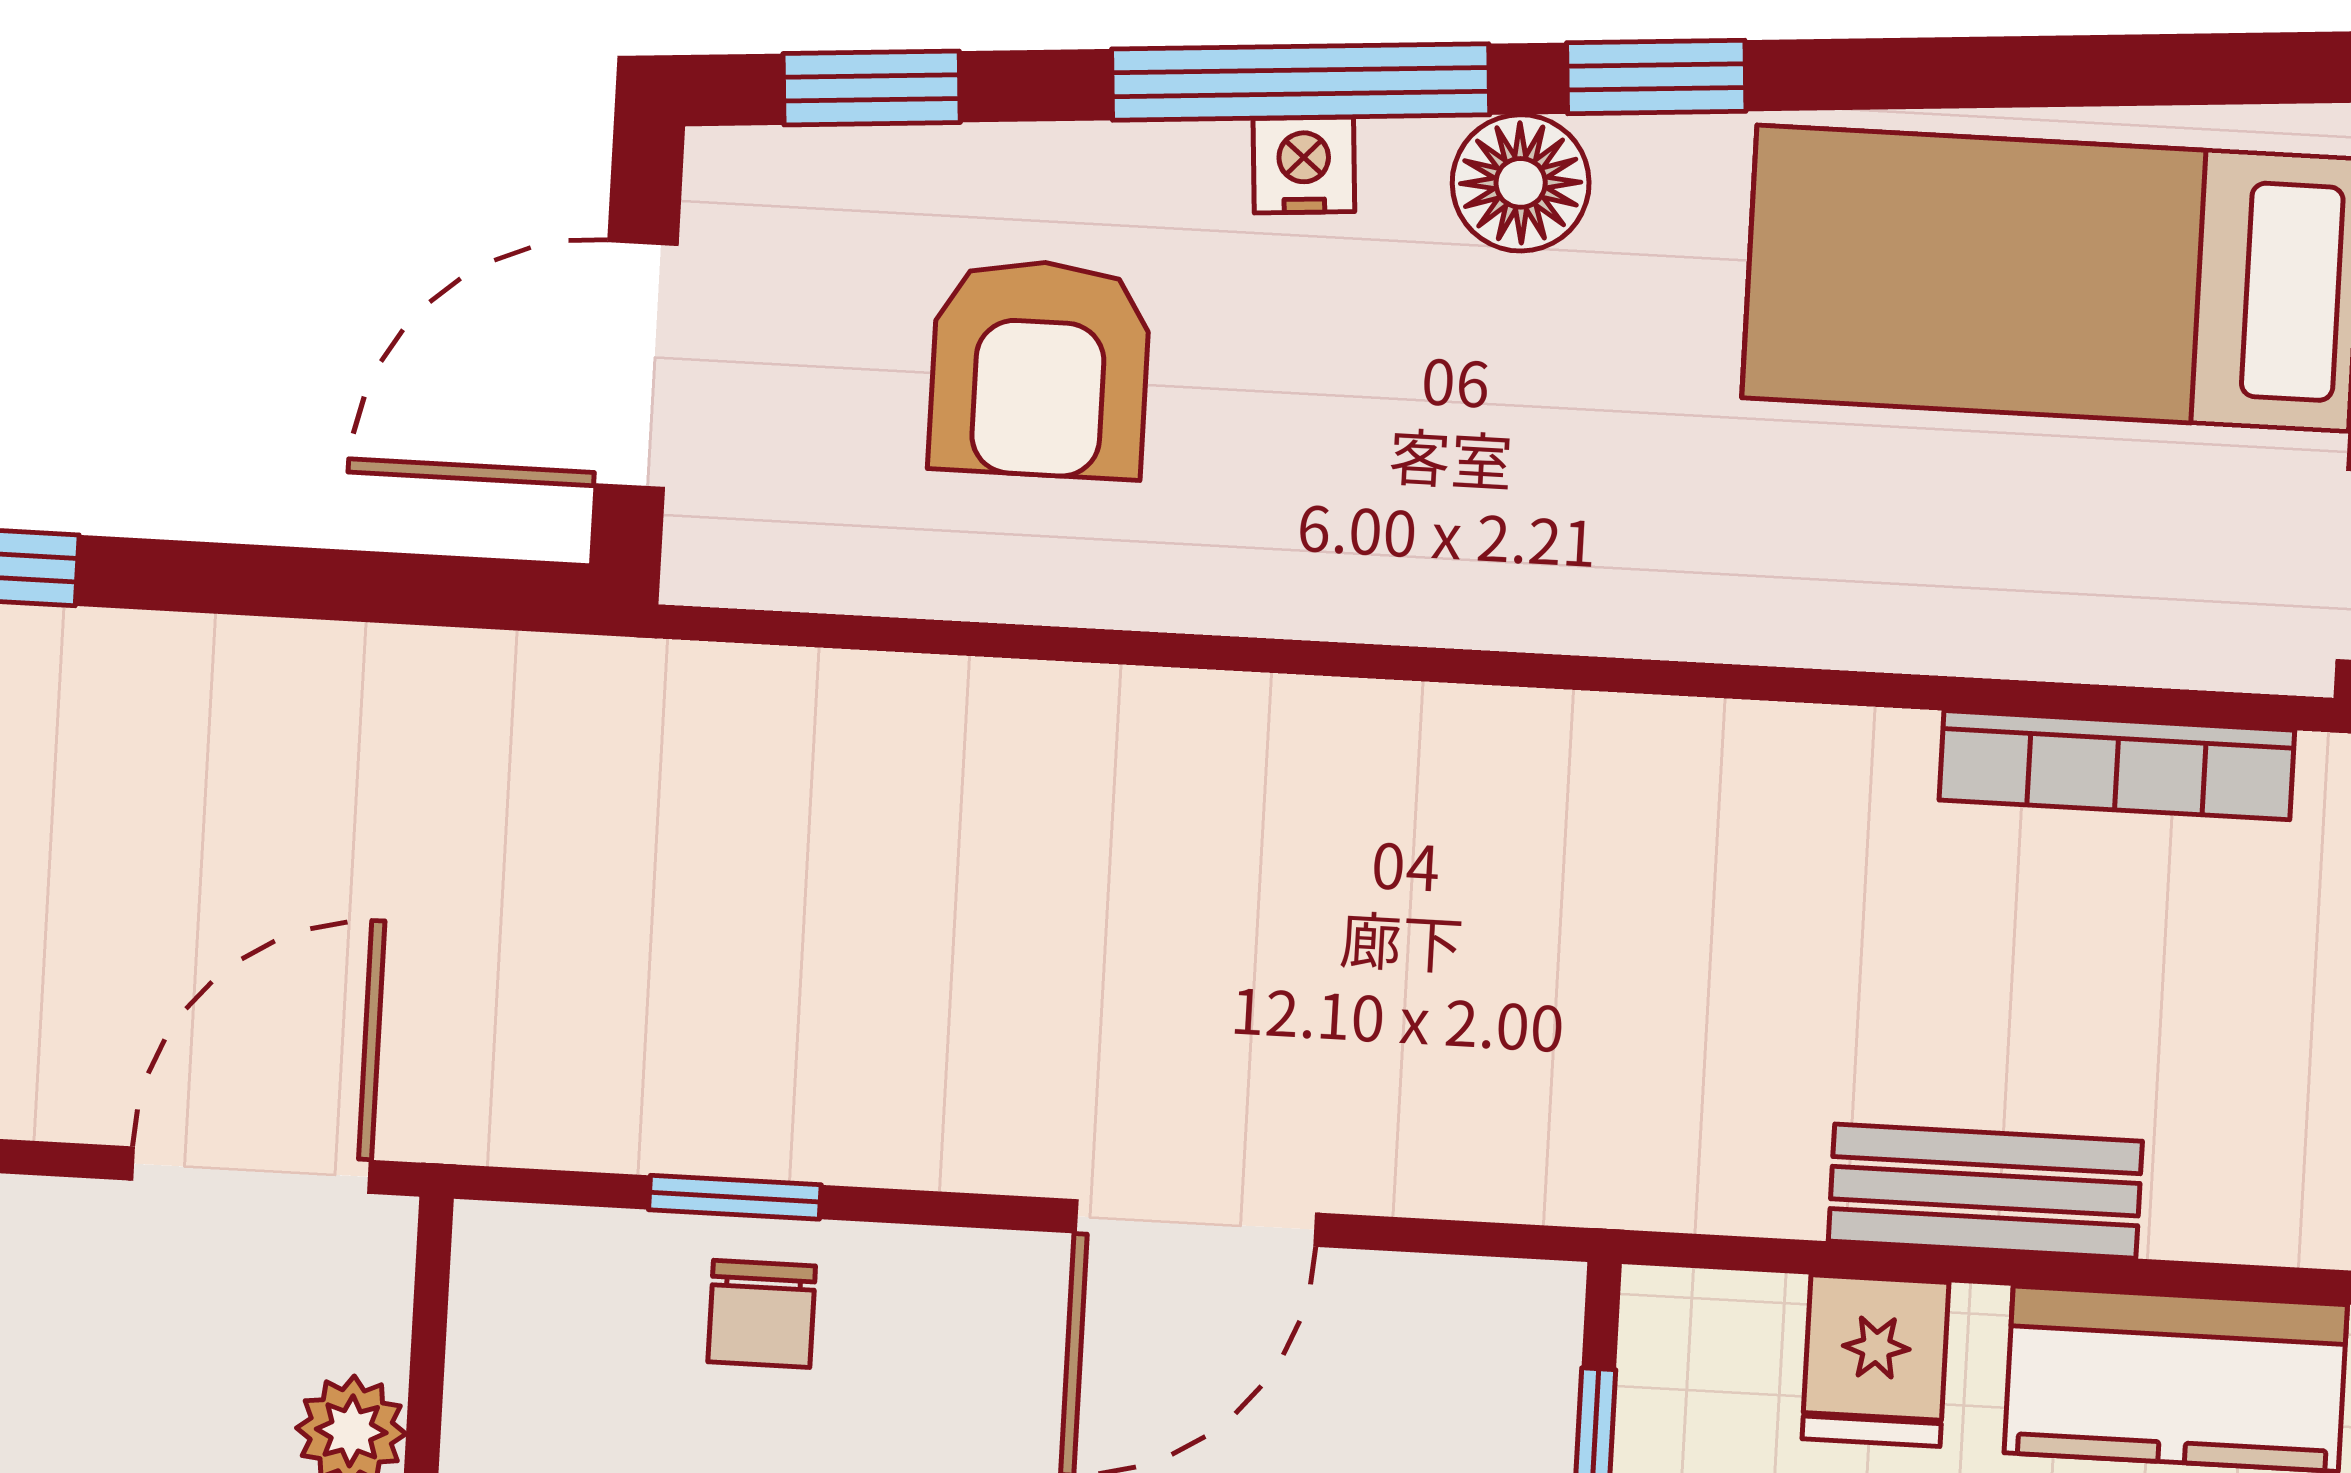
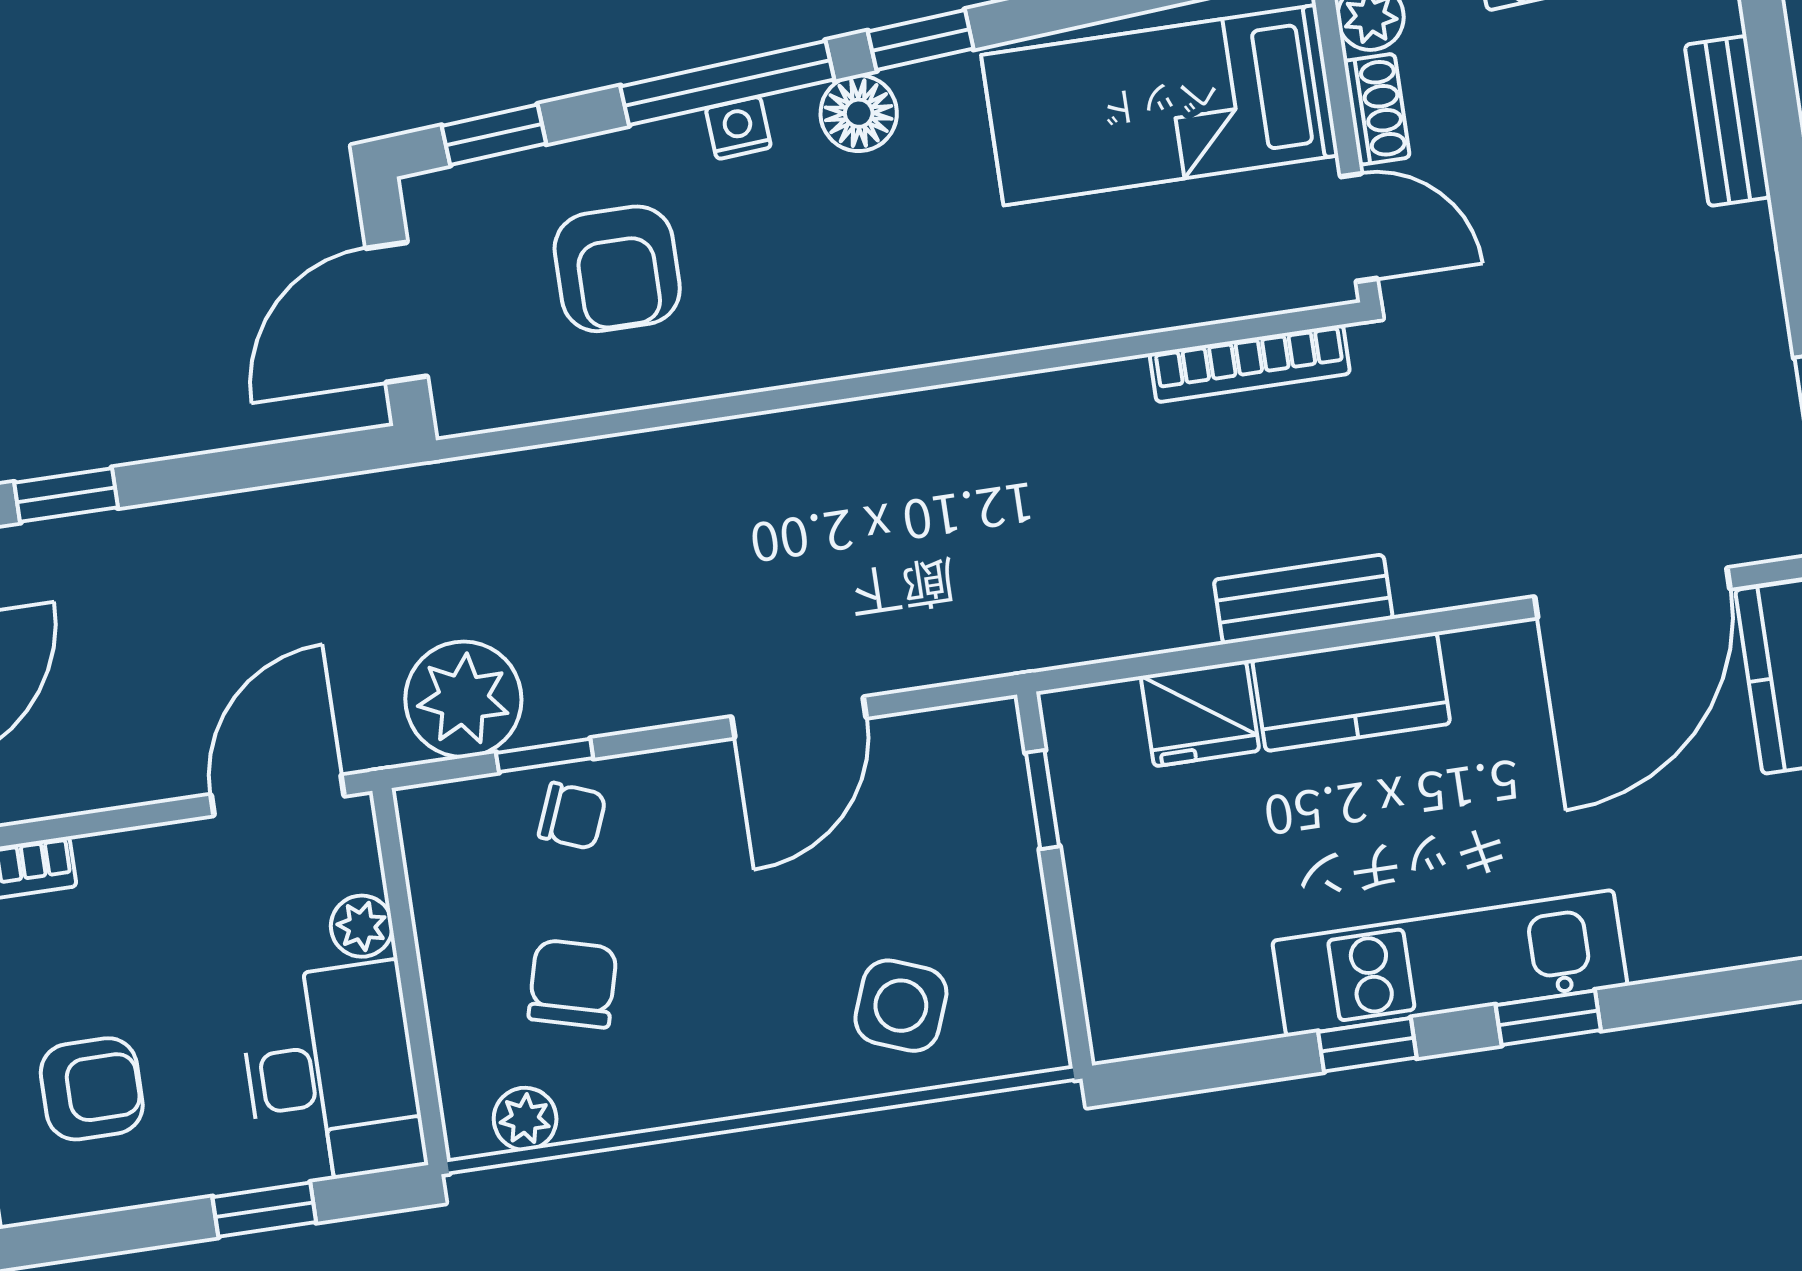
plant: (613, 1069) -> (463, 699), added
bench: (1985, 1191) -> (1303, 599), moved
chair: (762, 1314) -> (572, 816), turned -68
fridge: (1875, 1361) -> (1200, 713), width x1.38

